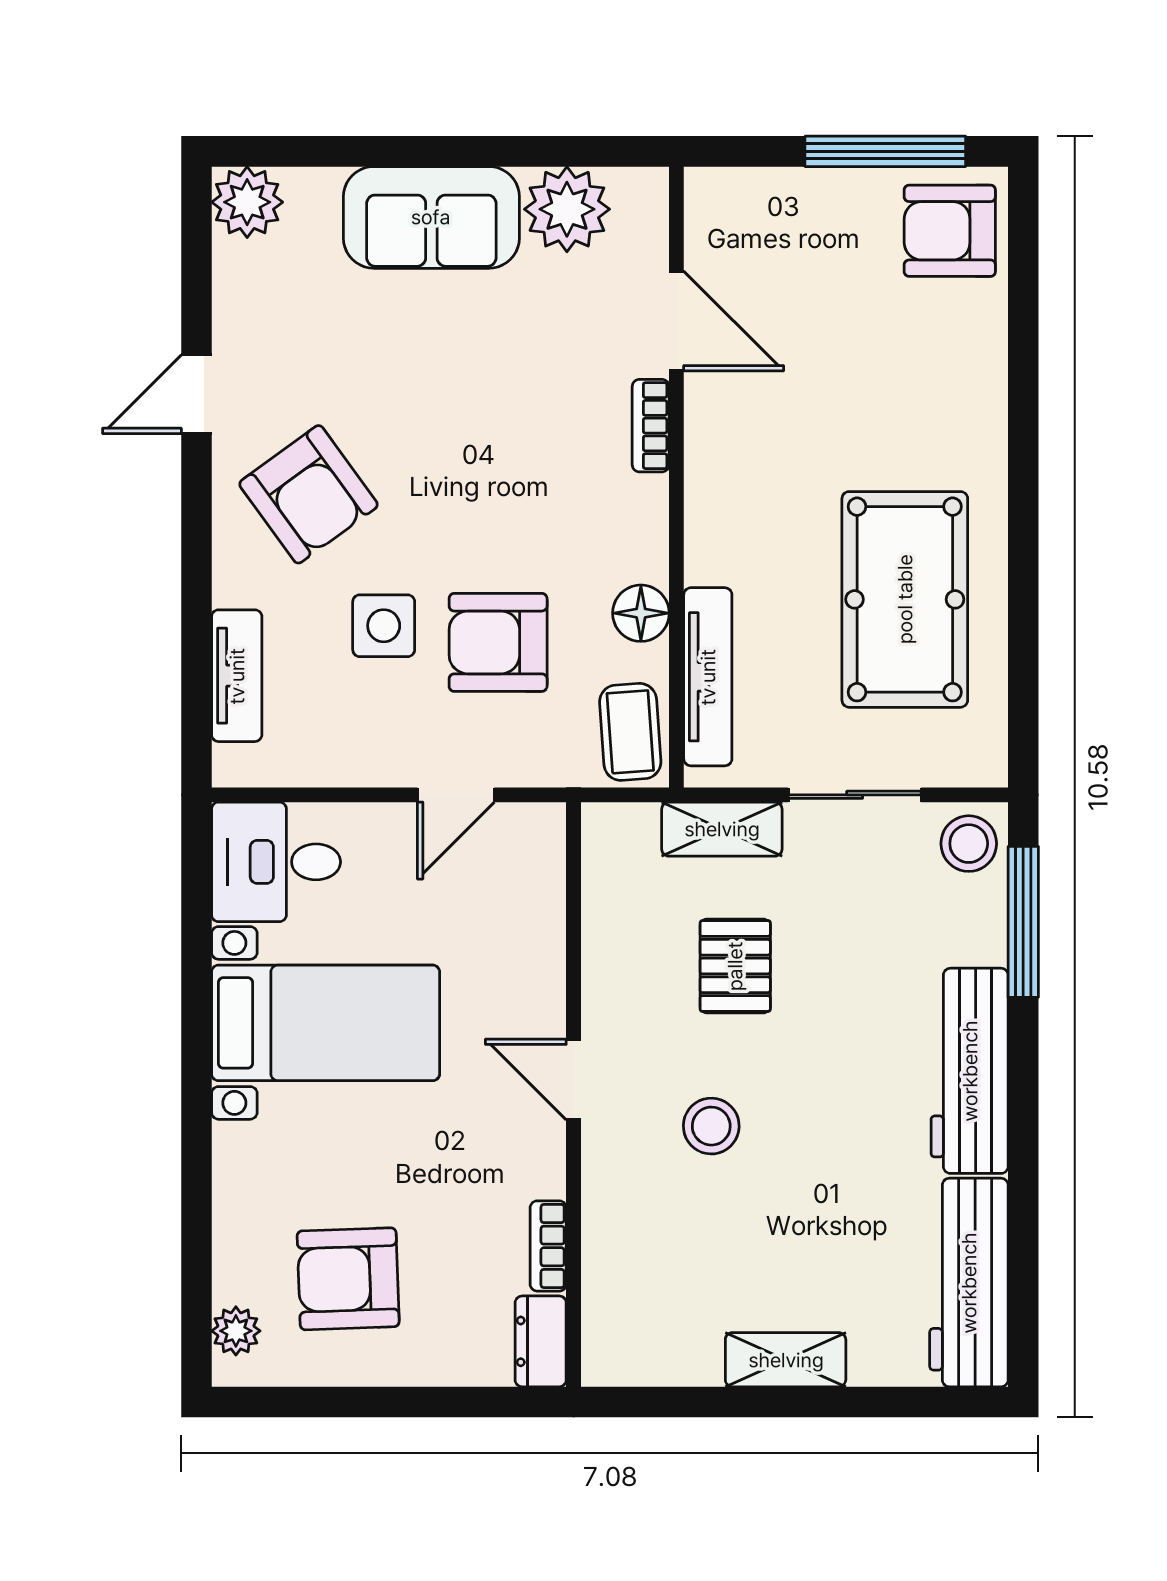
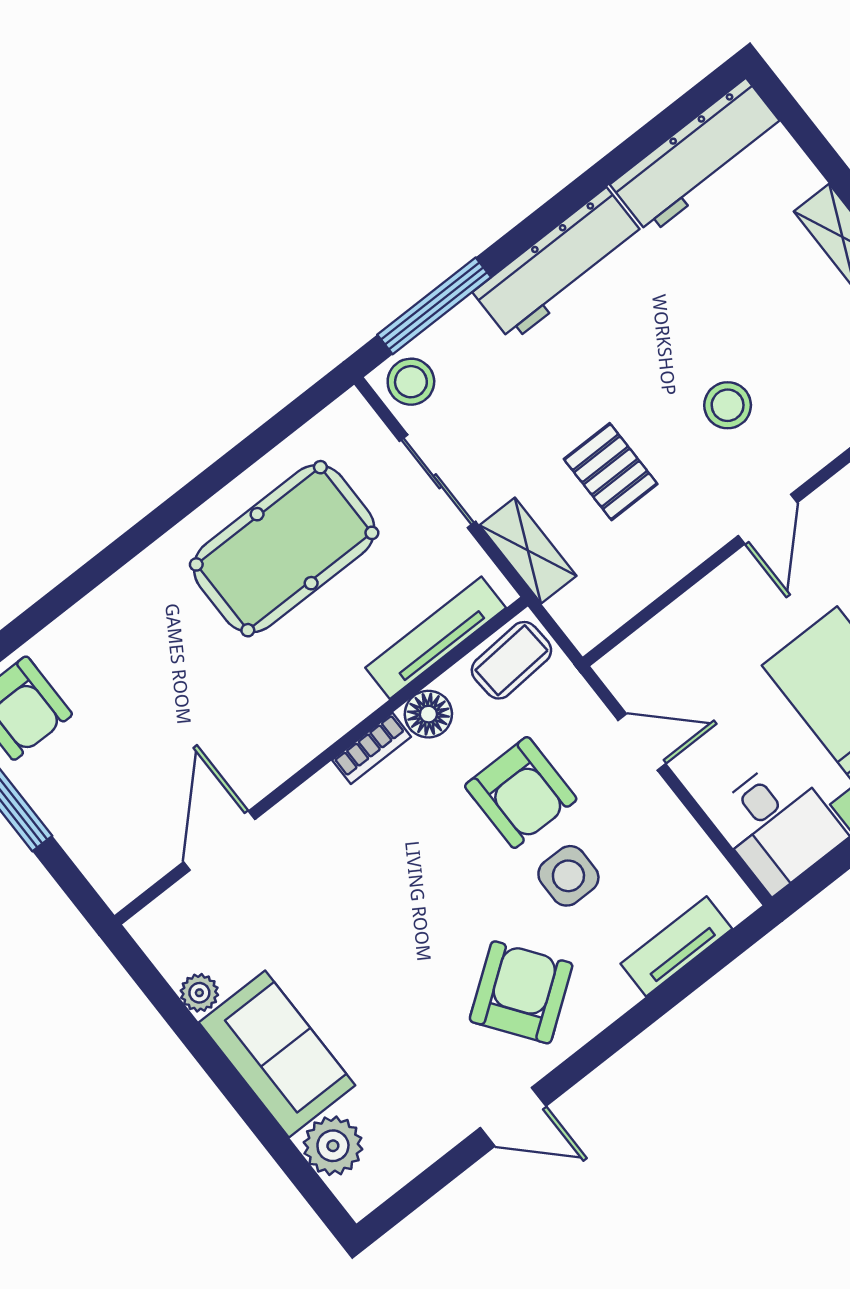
plant: (247, 202) -> (333, 1146), moved
plant: (567, 209) -> (199, 993), width x0.53, depth x0.53
bookcase: (651, 426) -> (372, 748), moved
pallet: (735, 966) -> (611, 472), turned 90

